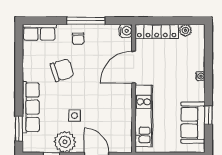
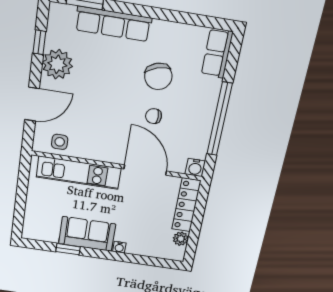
window: (86, 21) -> (219, 119), width x1.46
chair: (78, 39) -> (154, 116), moved
side table: (75, 116) -> (60, 142), moved
sofa: (193, 123) -> (87, 234), moved

